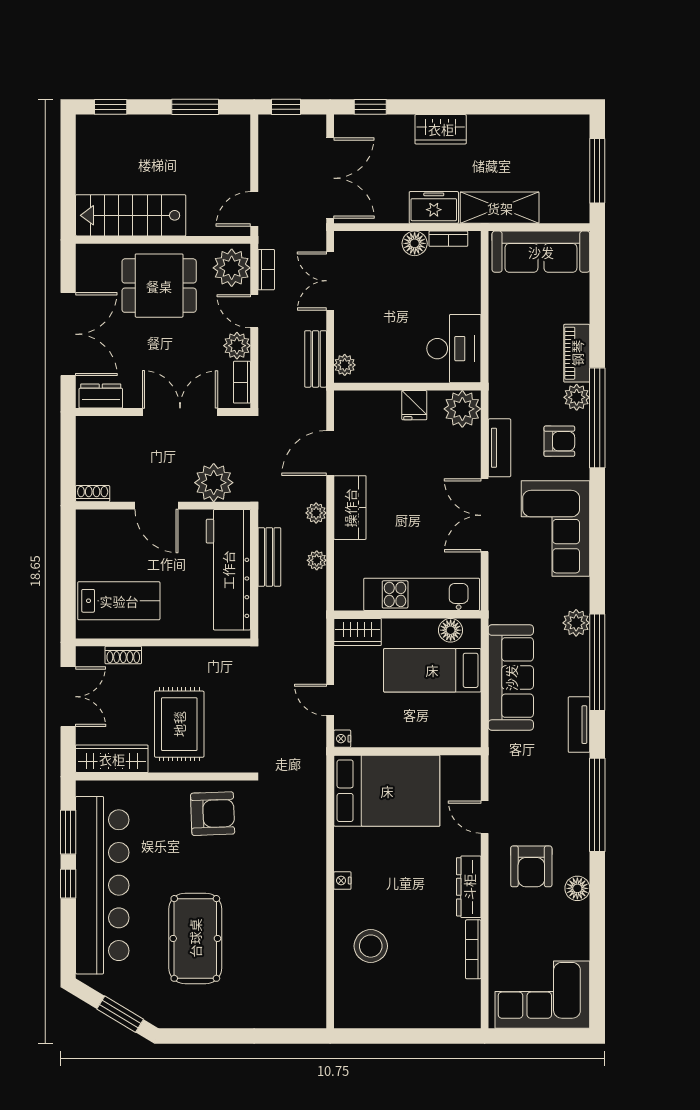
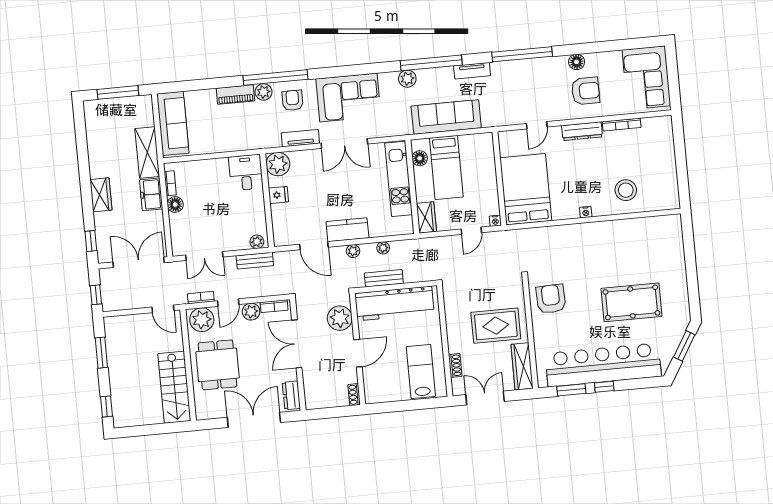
desk: (454, 349) -> (246, 173), width x0.73
armchair: (531, 866) -> (585, 91), moved

